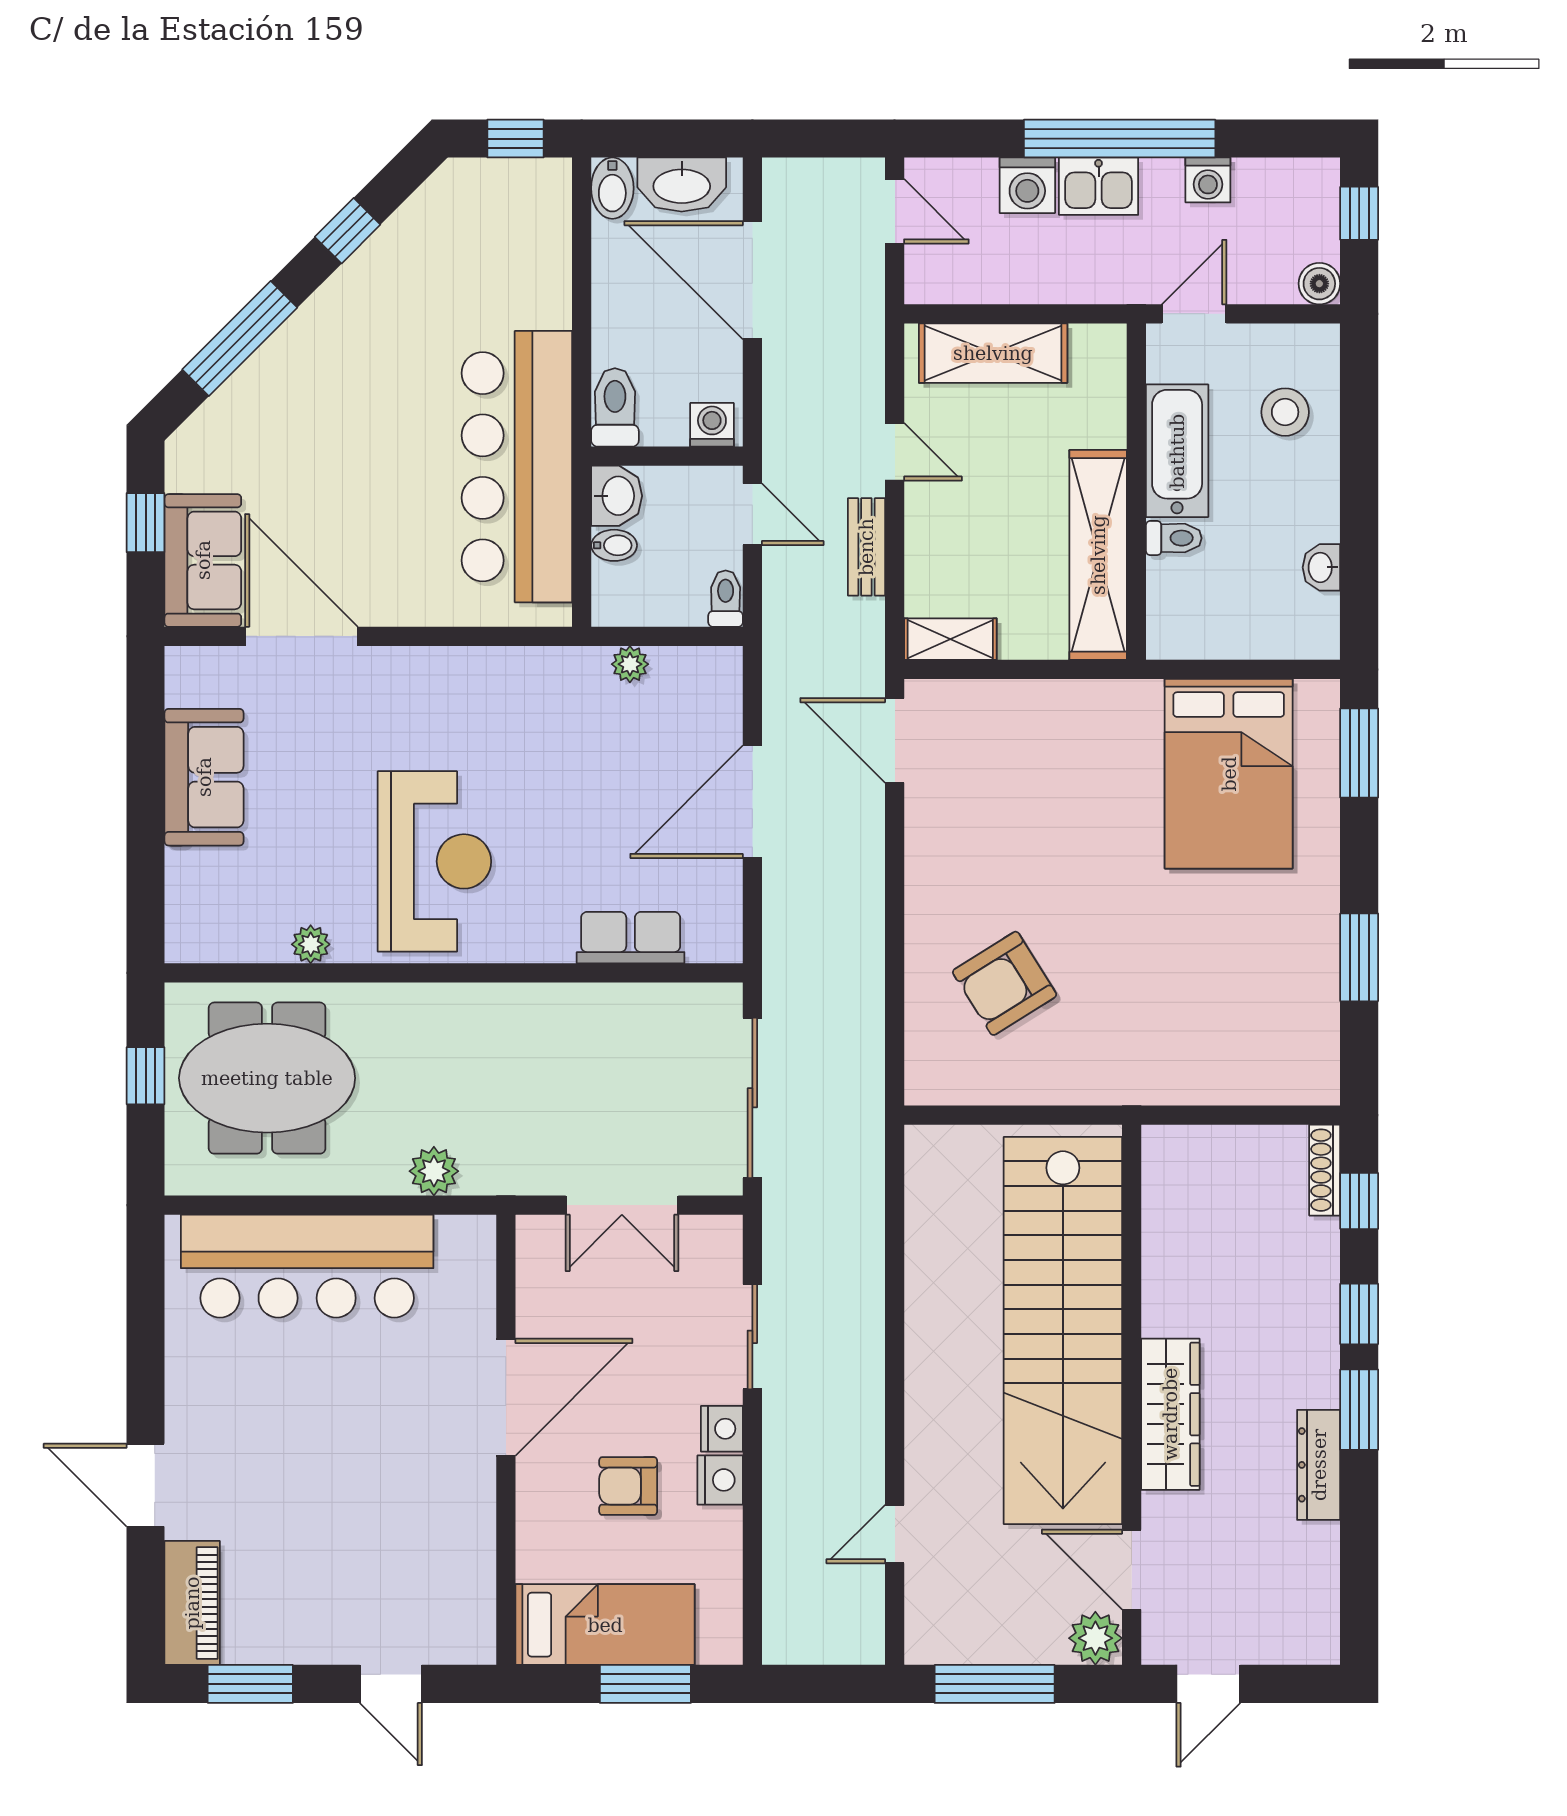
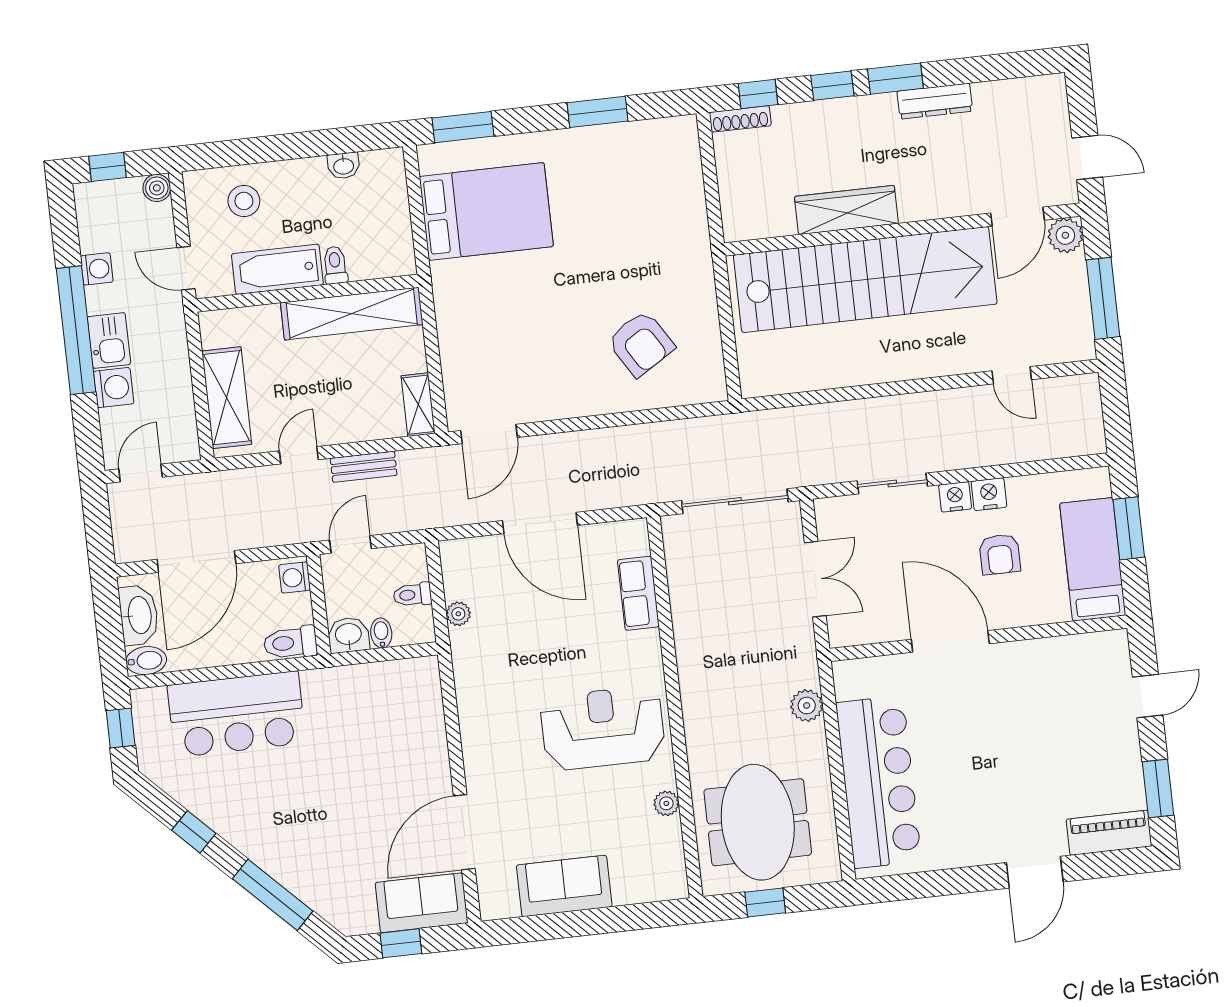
bar counter: (517, 467) -> (237, 714), moved, width x0.73
toilet: (726, 599) -> (412, 595), moved
wardrobe: (1170, 1414) -> (846, 210), moved

